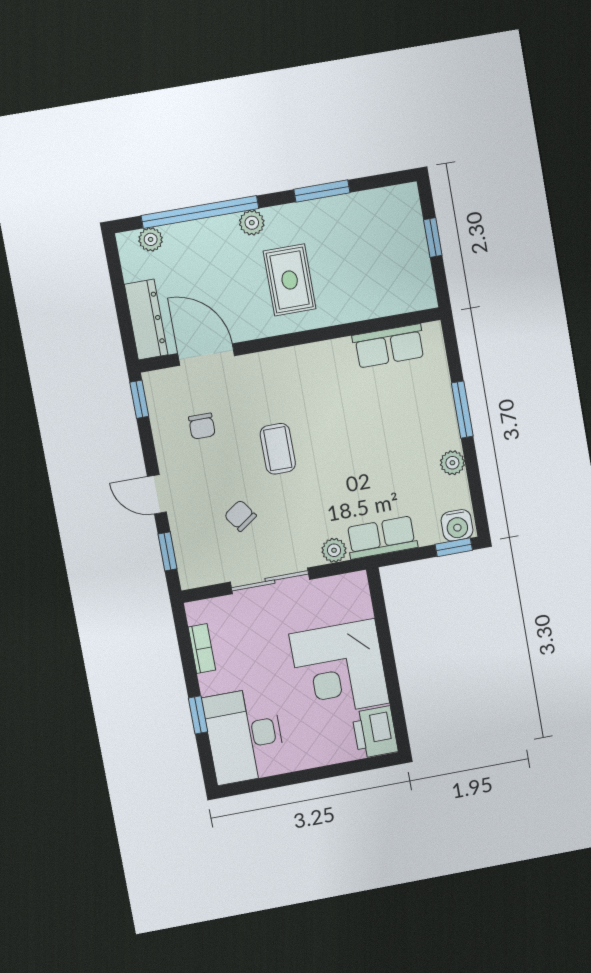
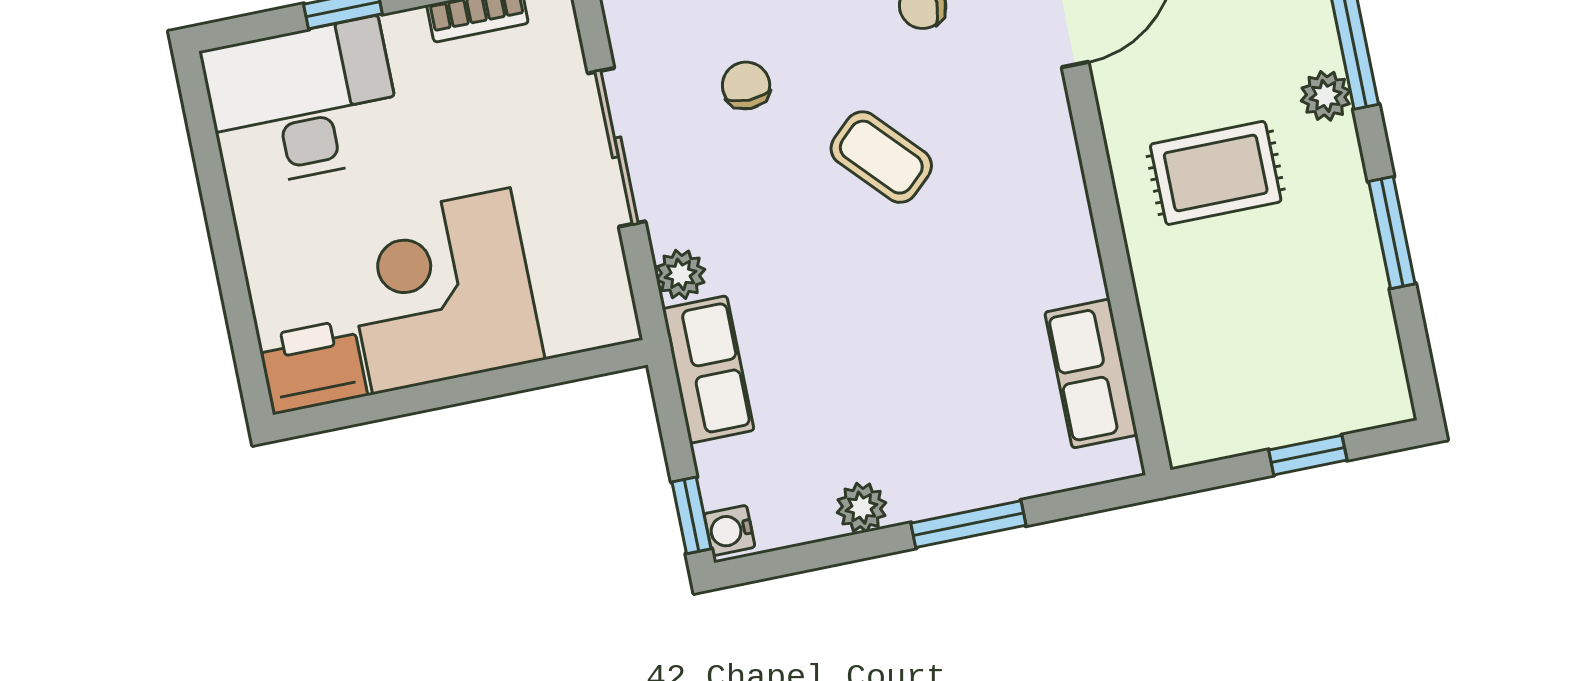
coffee table: (278, 449) -> (881, 157), turned 47
chair: (240, 516) -> (746, 85), turned -55
water cooler: (457, 525) -> (729, 530), width x0.72, depth x0.72

